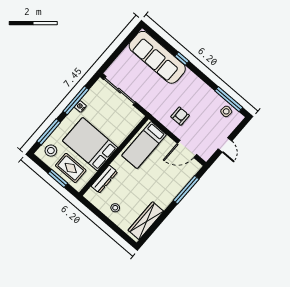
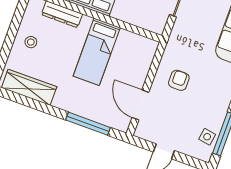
armchair: (180, 116) -> (179, 80), turned -90
bed: (144, 145) -> (97, 52), moved, turned -90

